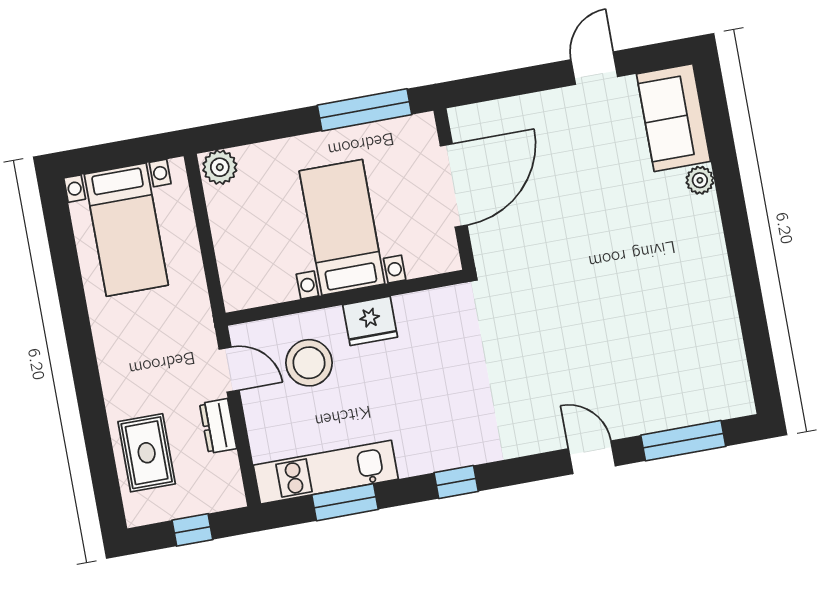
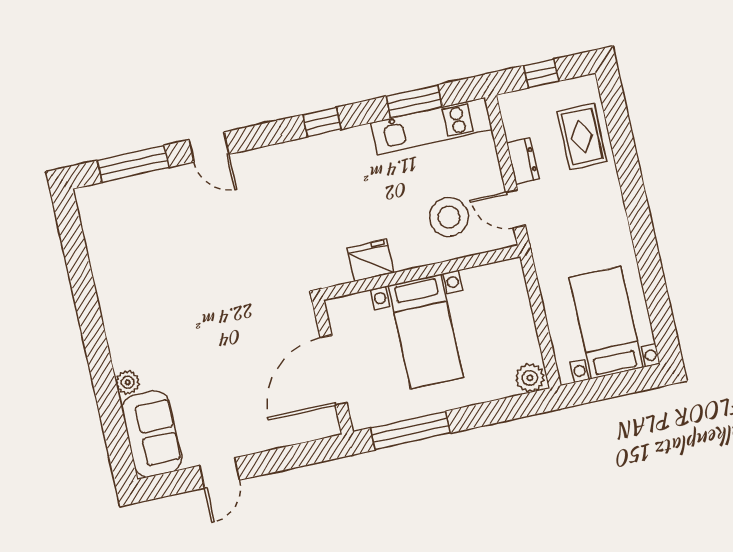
fridge: (370, 321) -> (370, 260), moved

